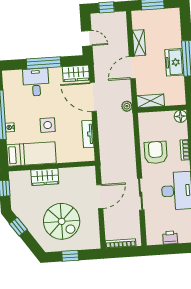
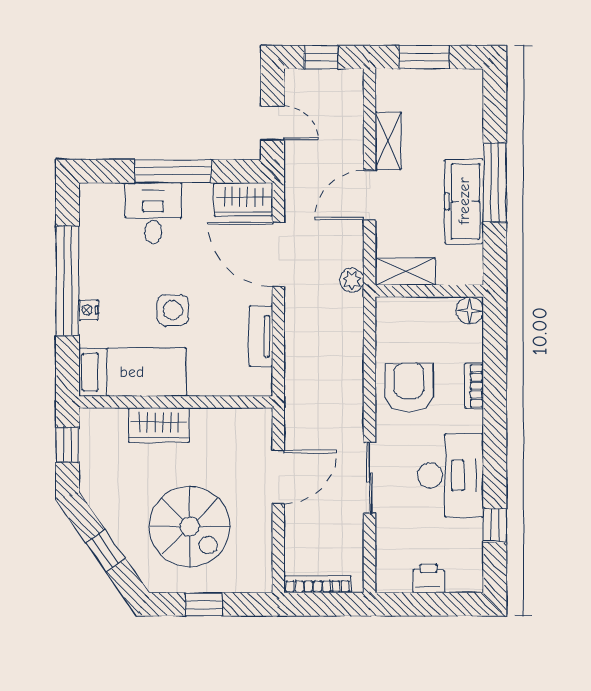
freezer: (174, 62) -> (464, 201), width x1.40
window: (18, 227) -> (106, 551), moved

